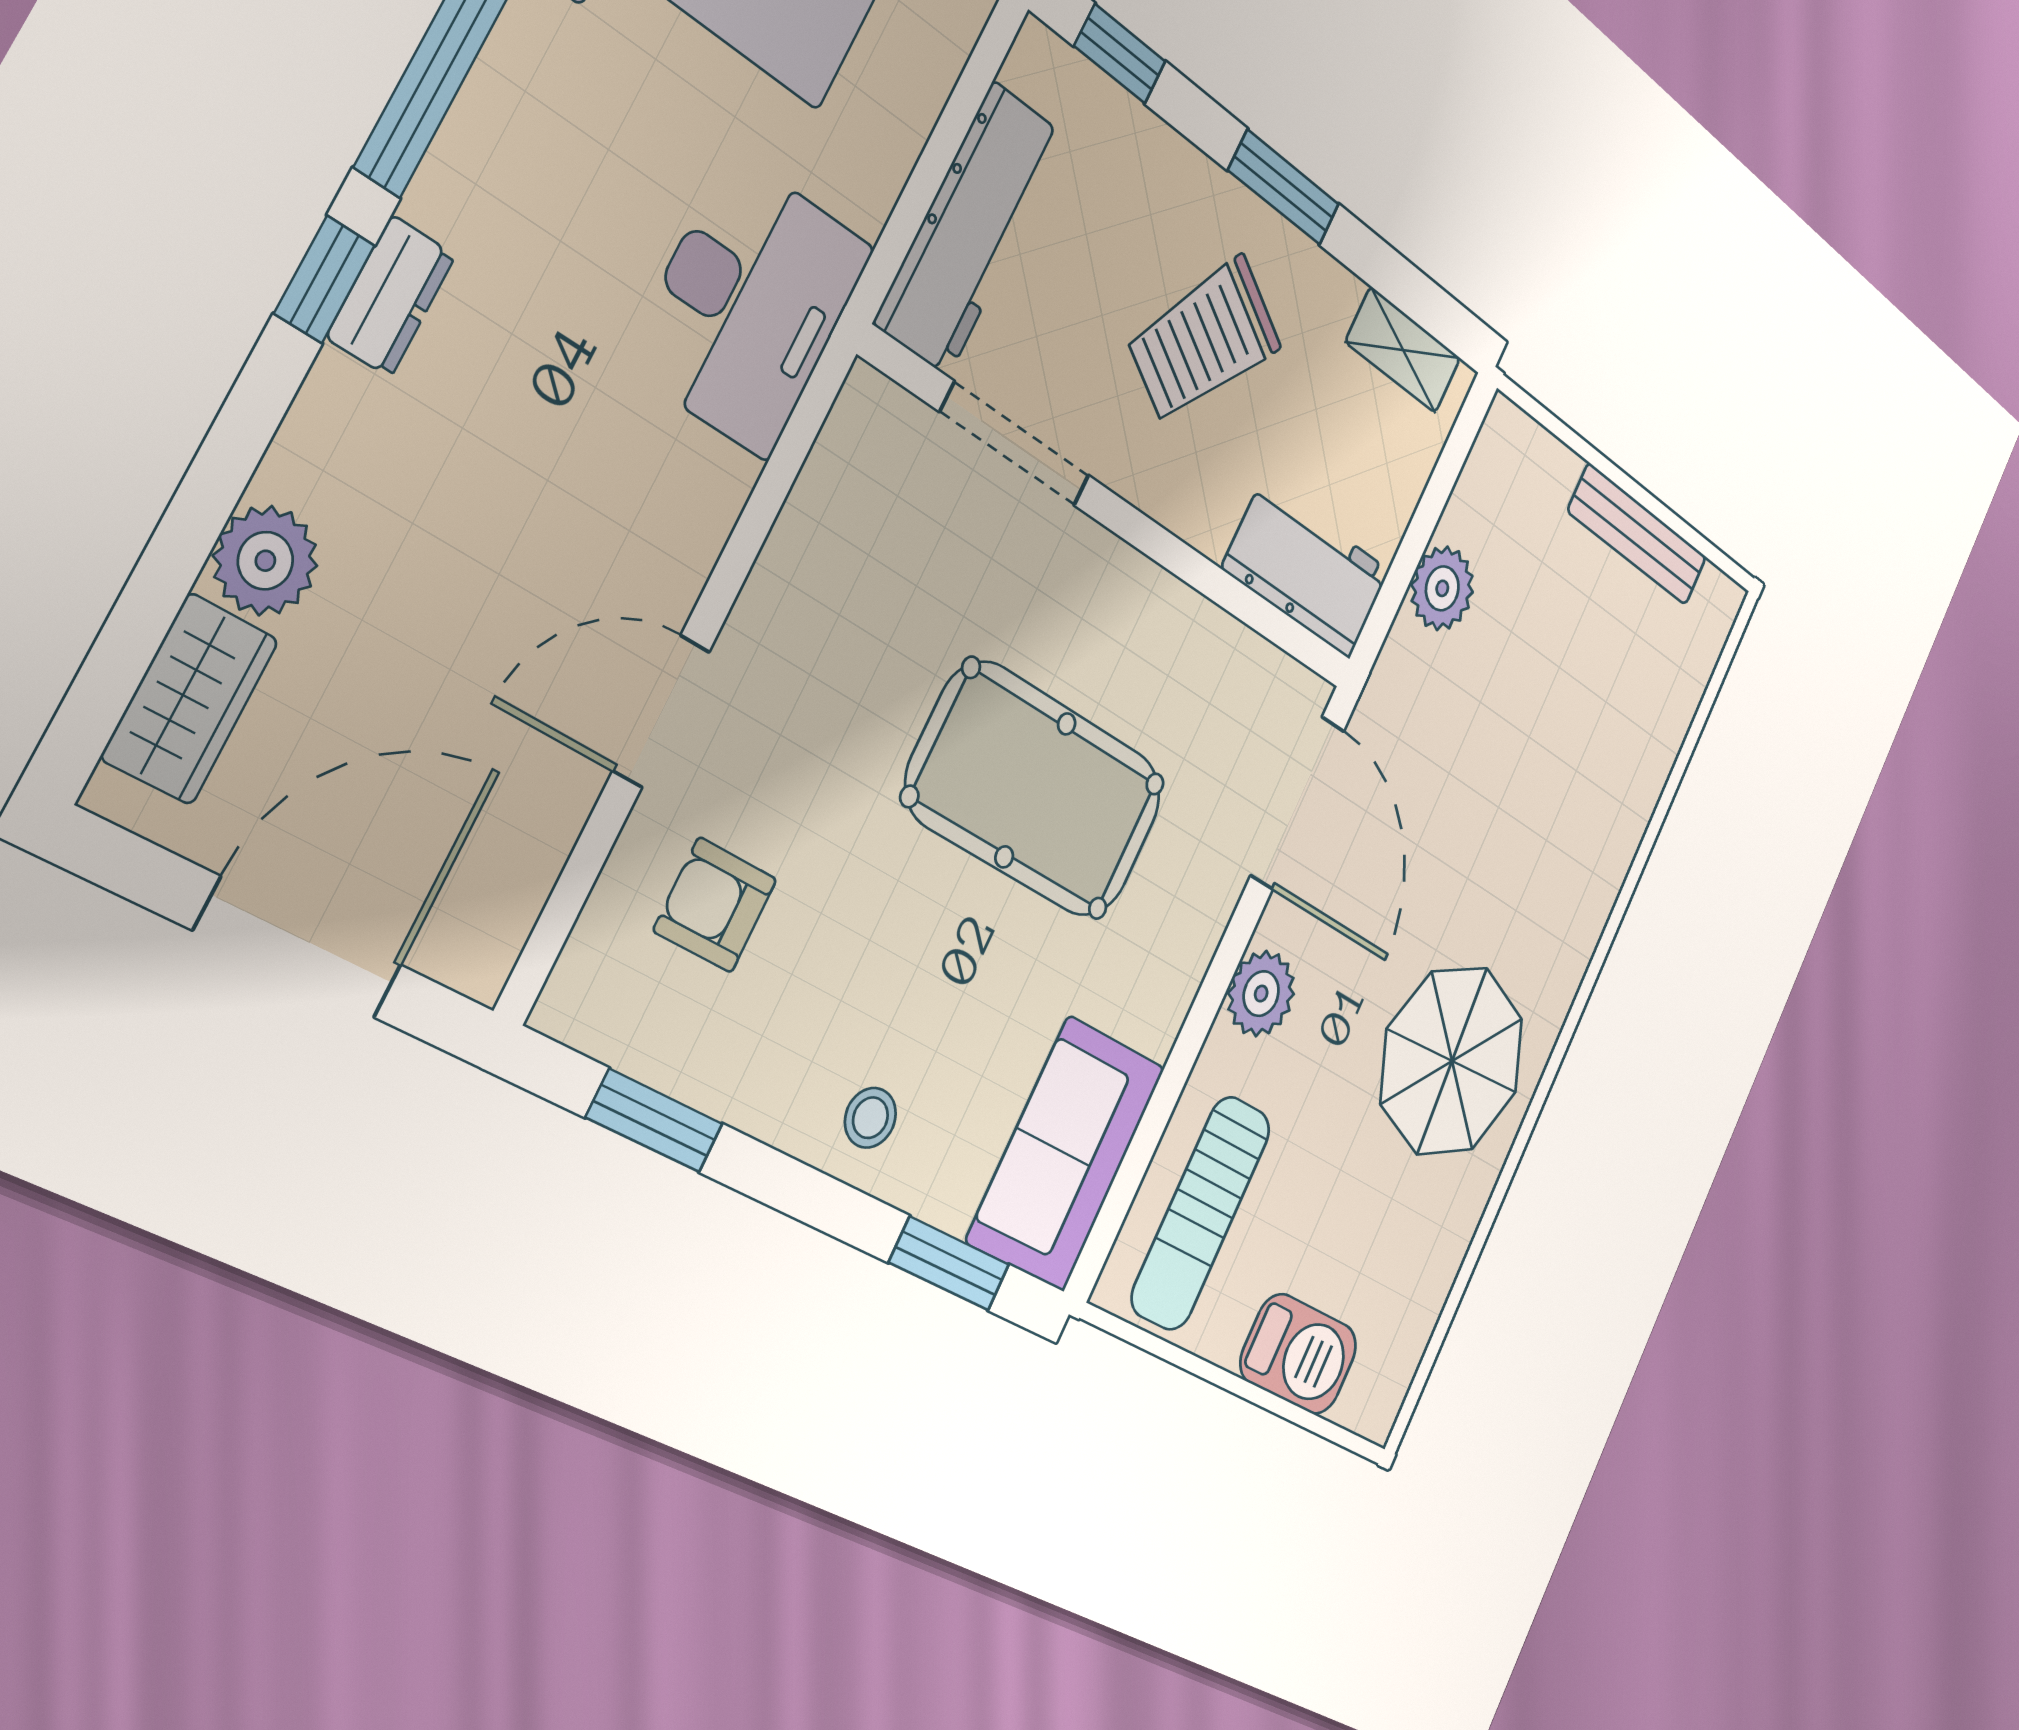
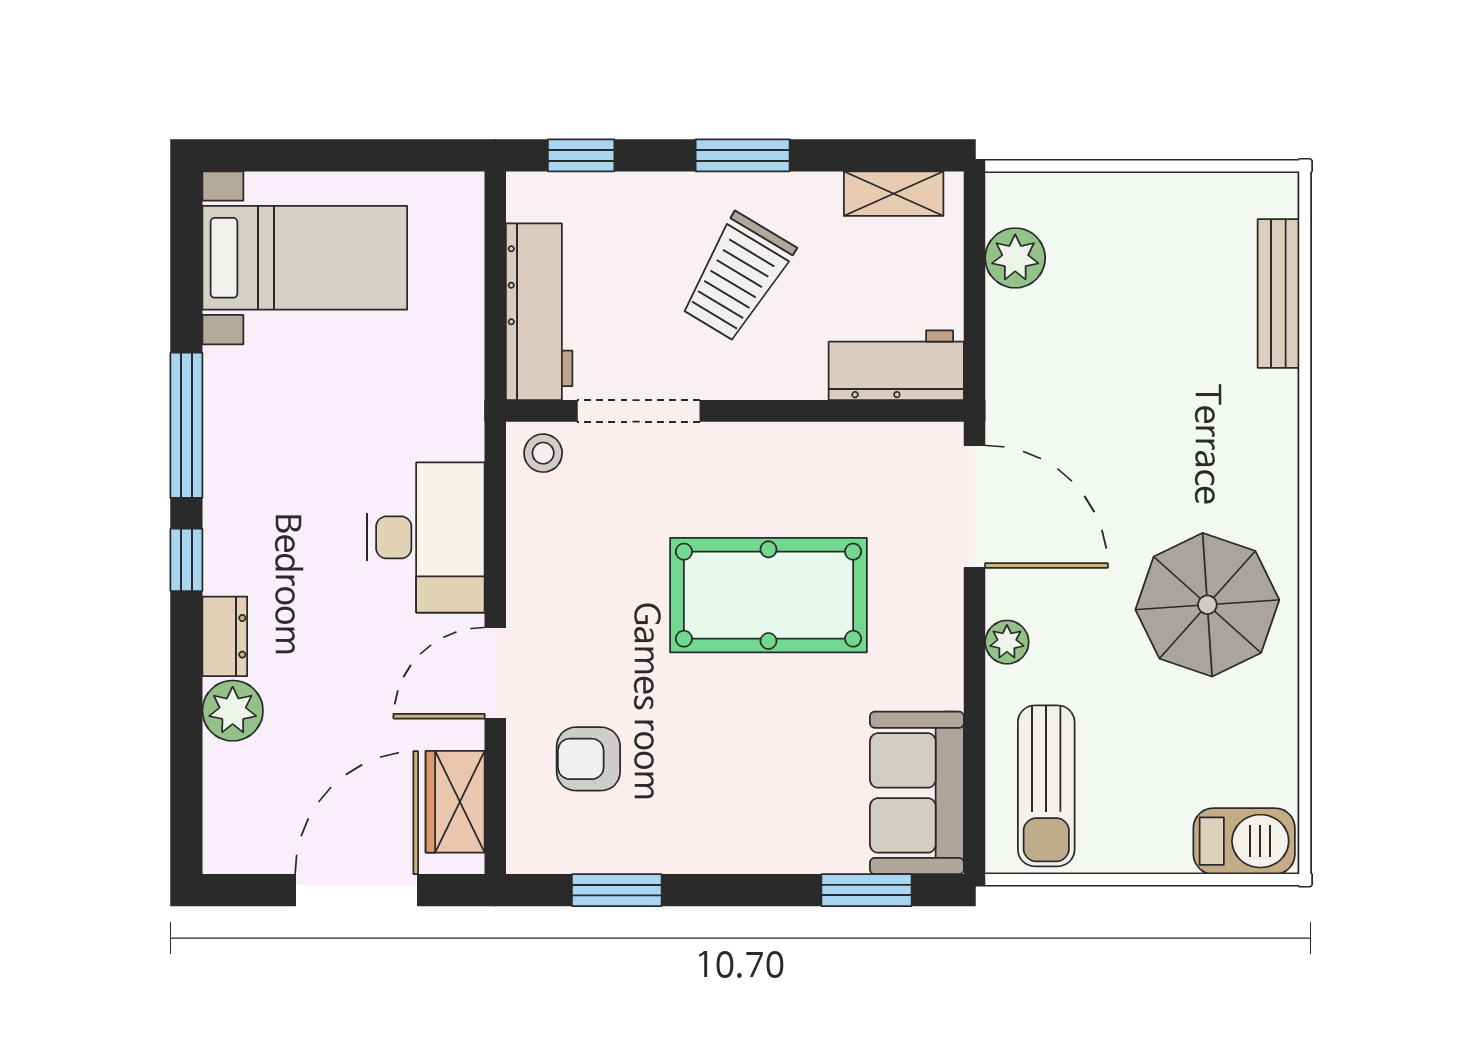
dresser: (391, 296) -> (225, 636), moved
desk: (749, 305) -> (426, 537), moved
bench: (1638, 535) -> (1279, 294), moved, turned 90
plant: (1442, 588) -> (1015, 258), moved
wardrobe: (190, 699) -> (455, 802), moved, turned 180
plant: (1261, 994) -> (1007, 642), width x0.73, depth x0.73
stool: (870, 1118) -> (543, 453), moved
barbecue: (1299, 1354) -> (1244, 841), moved

